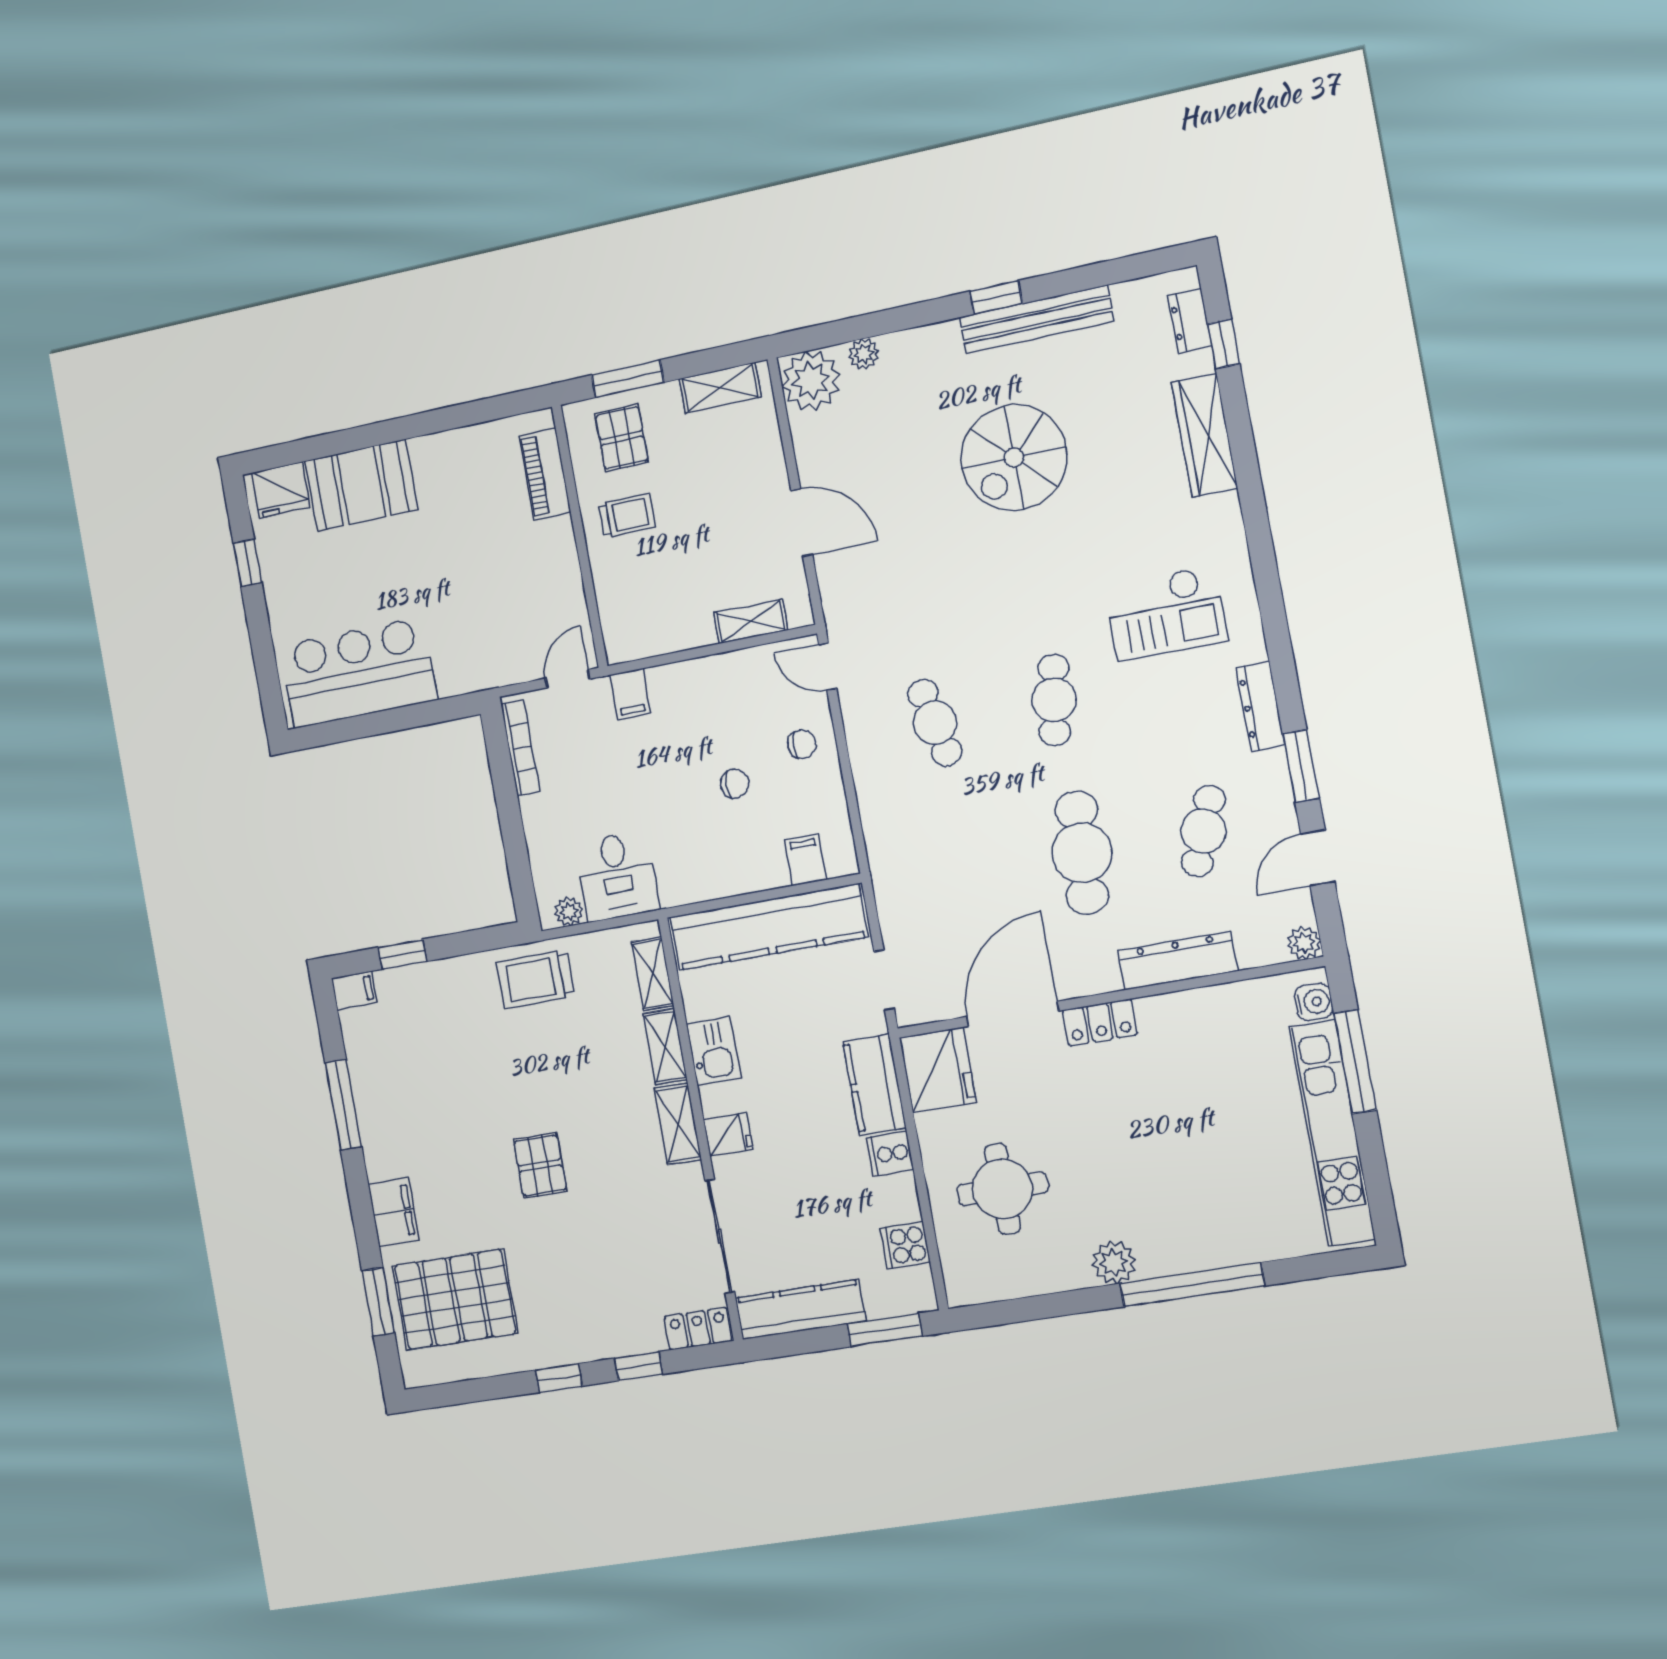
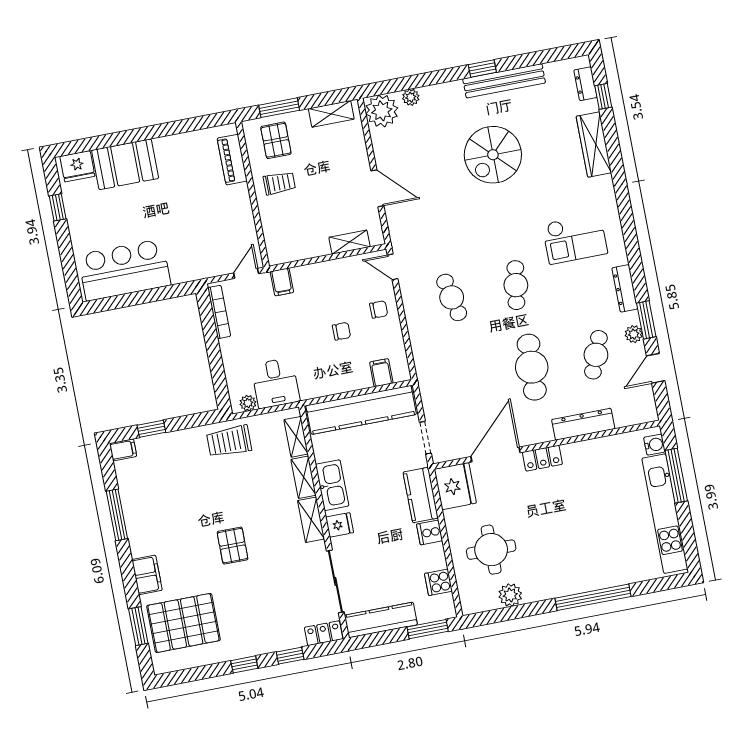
plant: (1304, 943) -> (634, 334), moved
kitchen sink: (713, 1051) -> (332, 485), width x1.38
plant: (1114, 1262) -> (510, 595), moved

